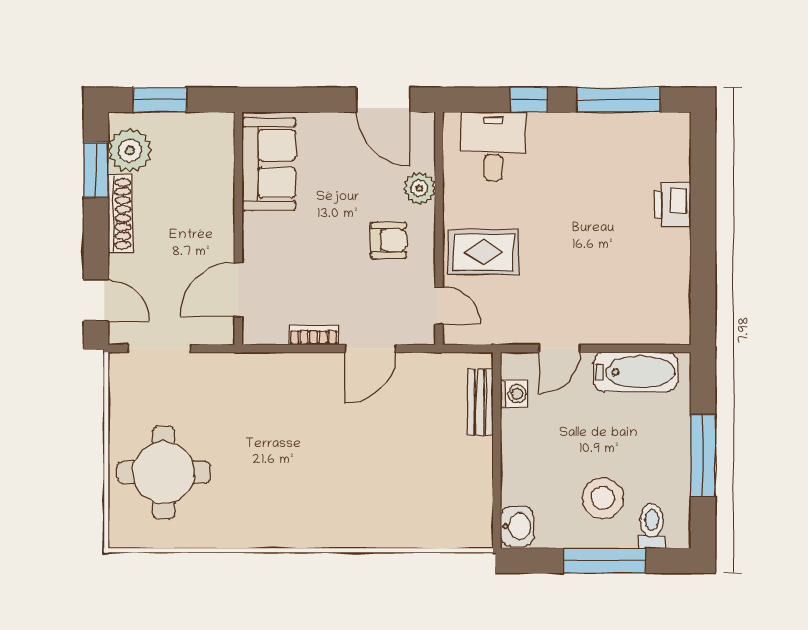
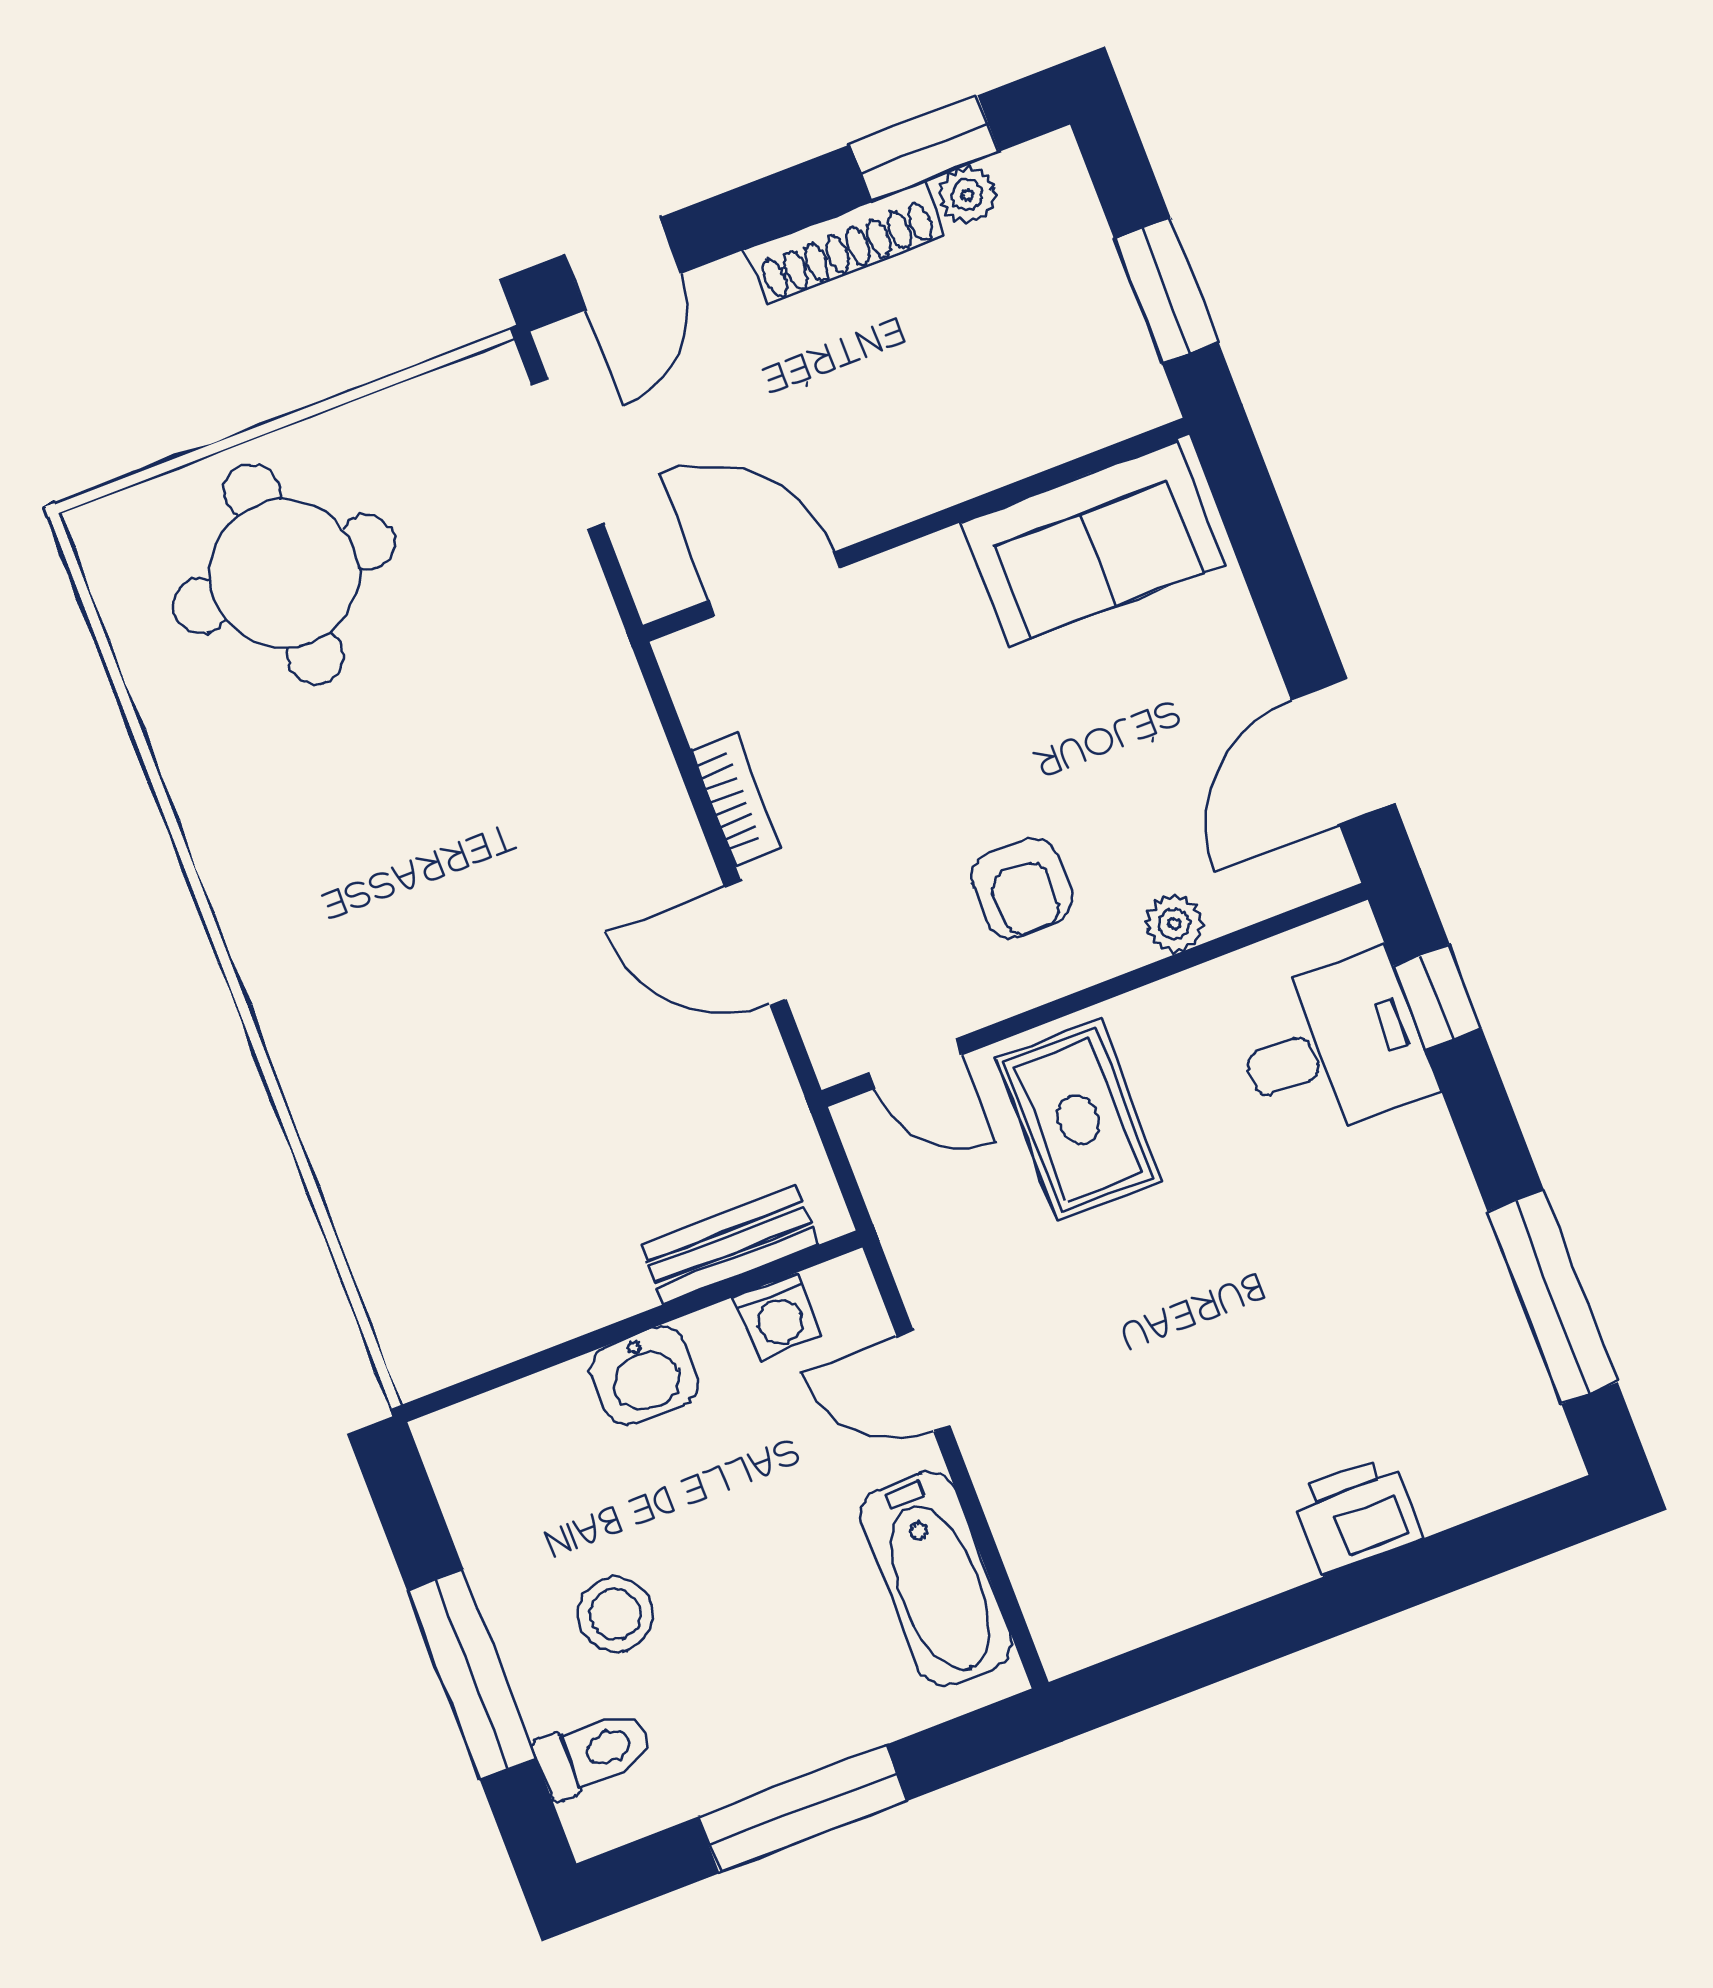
window: (160, 100) -> (1166, 291), moved
window: (529, 100) -> (1438, 997), moved
plant: (130, 150) -> (967, 195), width x0.53, depth x0.53
plant: (419, 188) -> (1174, 924), width x0.73, depth x0.73
door: (439, 306) -> (916, 1064), hinge flipped
stool: (603, 498) -> (615, 1614), width x0.73, depth x0.73
washbasin: (517, 526) -> (644, 1376), moved

